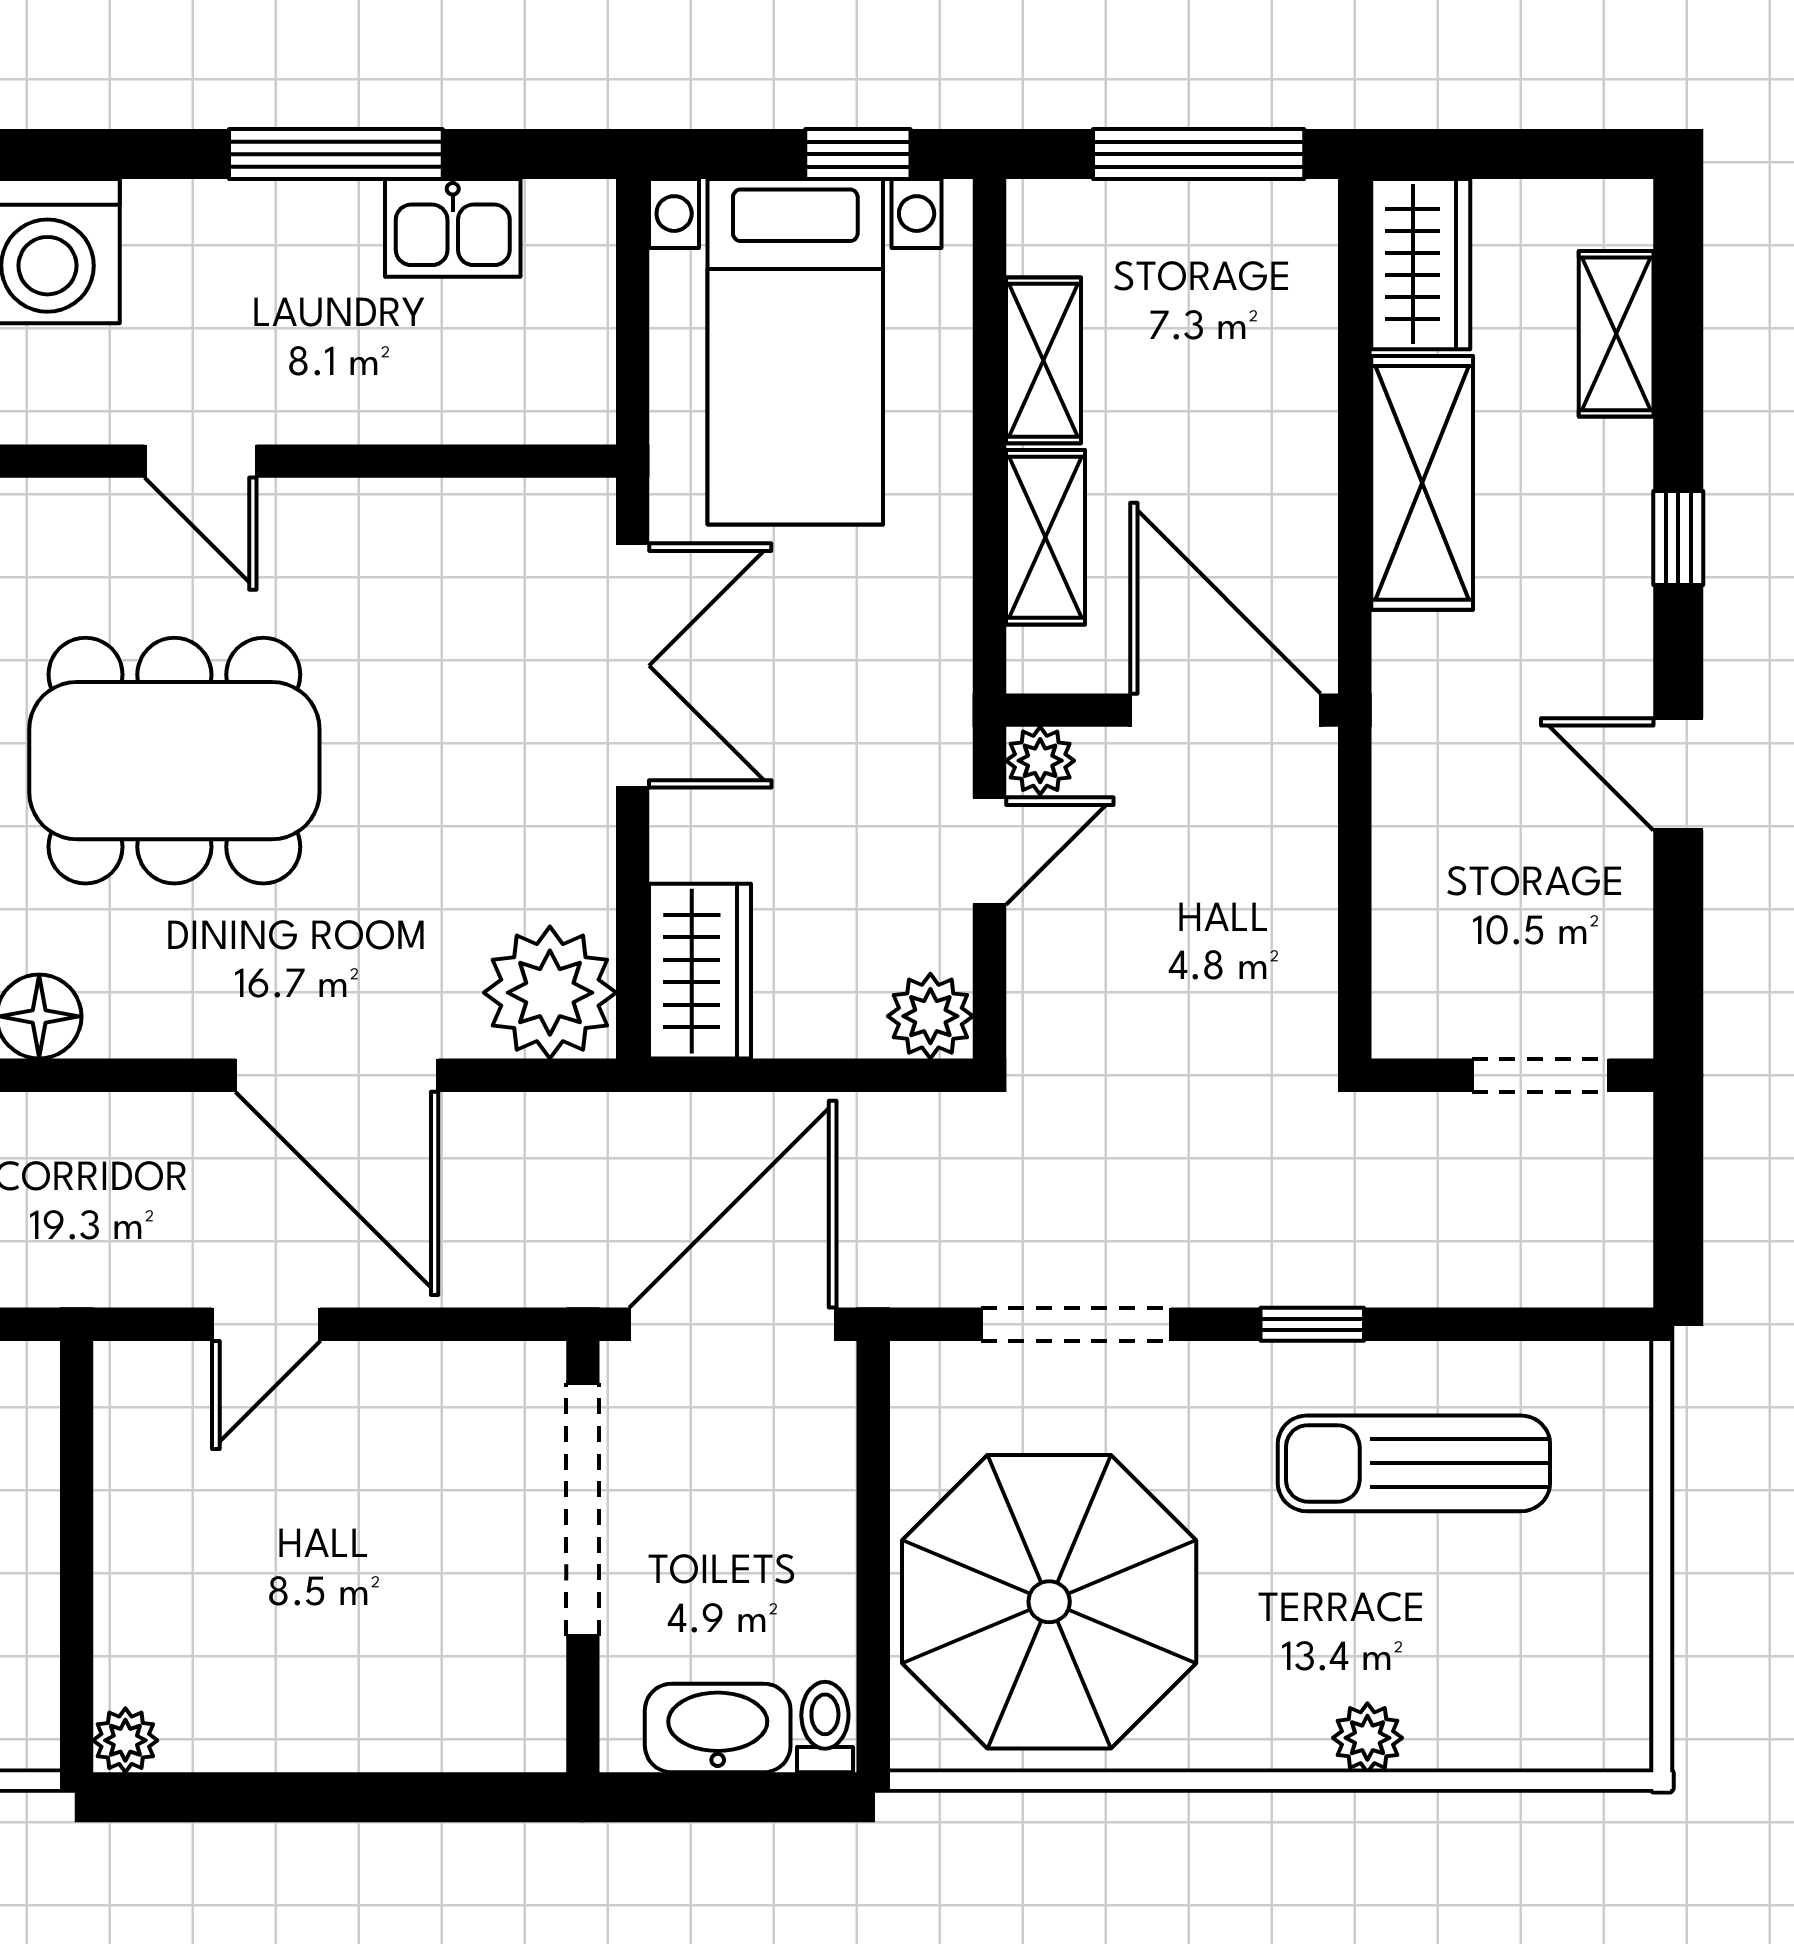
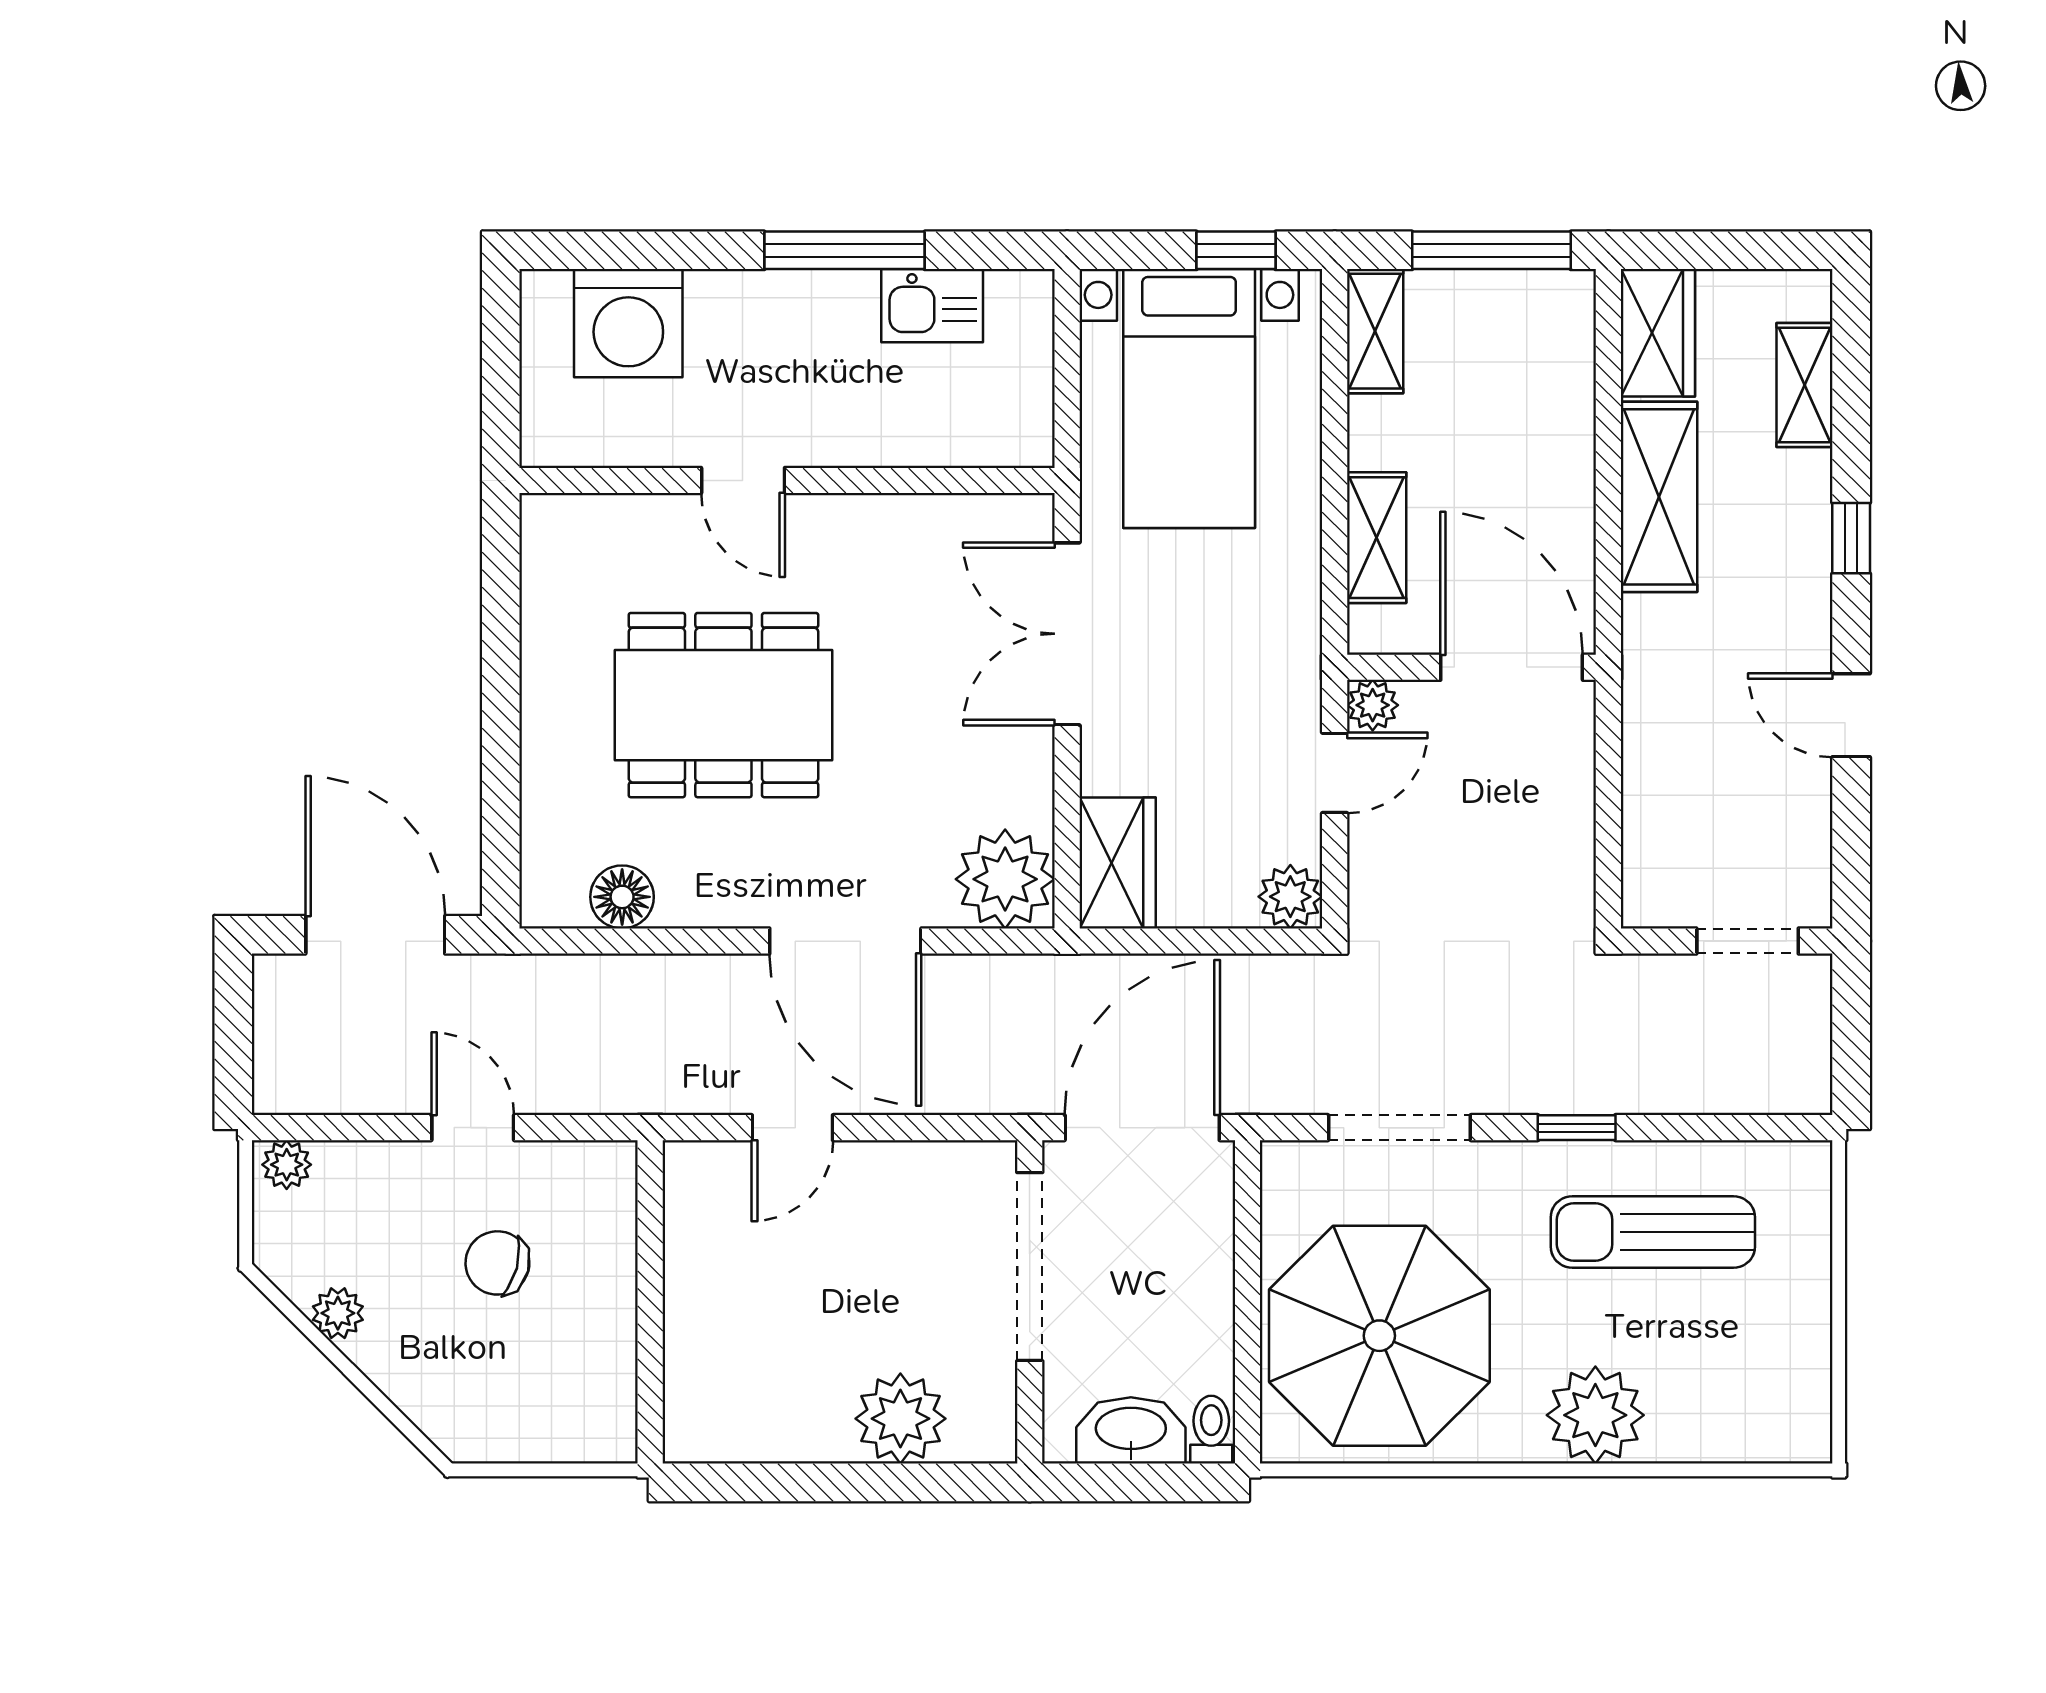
shelving: (1043, 360) -> (1375, 331), moved
double door: (633, 666) -> (1067, 634), swing flipped
plant: (1367, 1738) -> (1595, 1415), width x1.88, depth x1.88
plant: (125, 1740) -> (900, 1419), moved, width x1.88, depth x1.88

